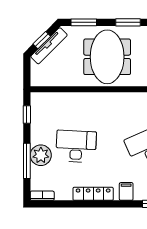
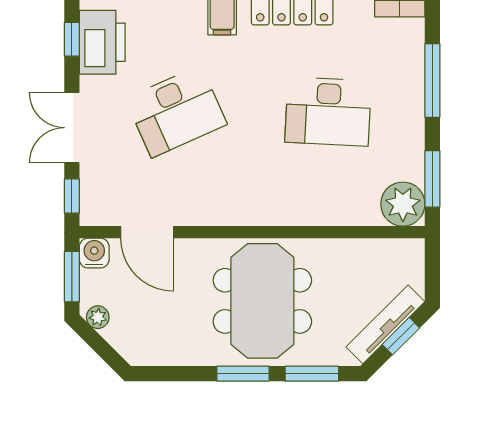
window: (128, 22) -> (243, 374), moved
window: (27, 114) -> (432, 179), width x1.50
plant: (41, 155) -> (403, 204), moved

